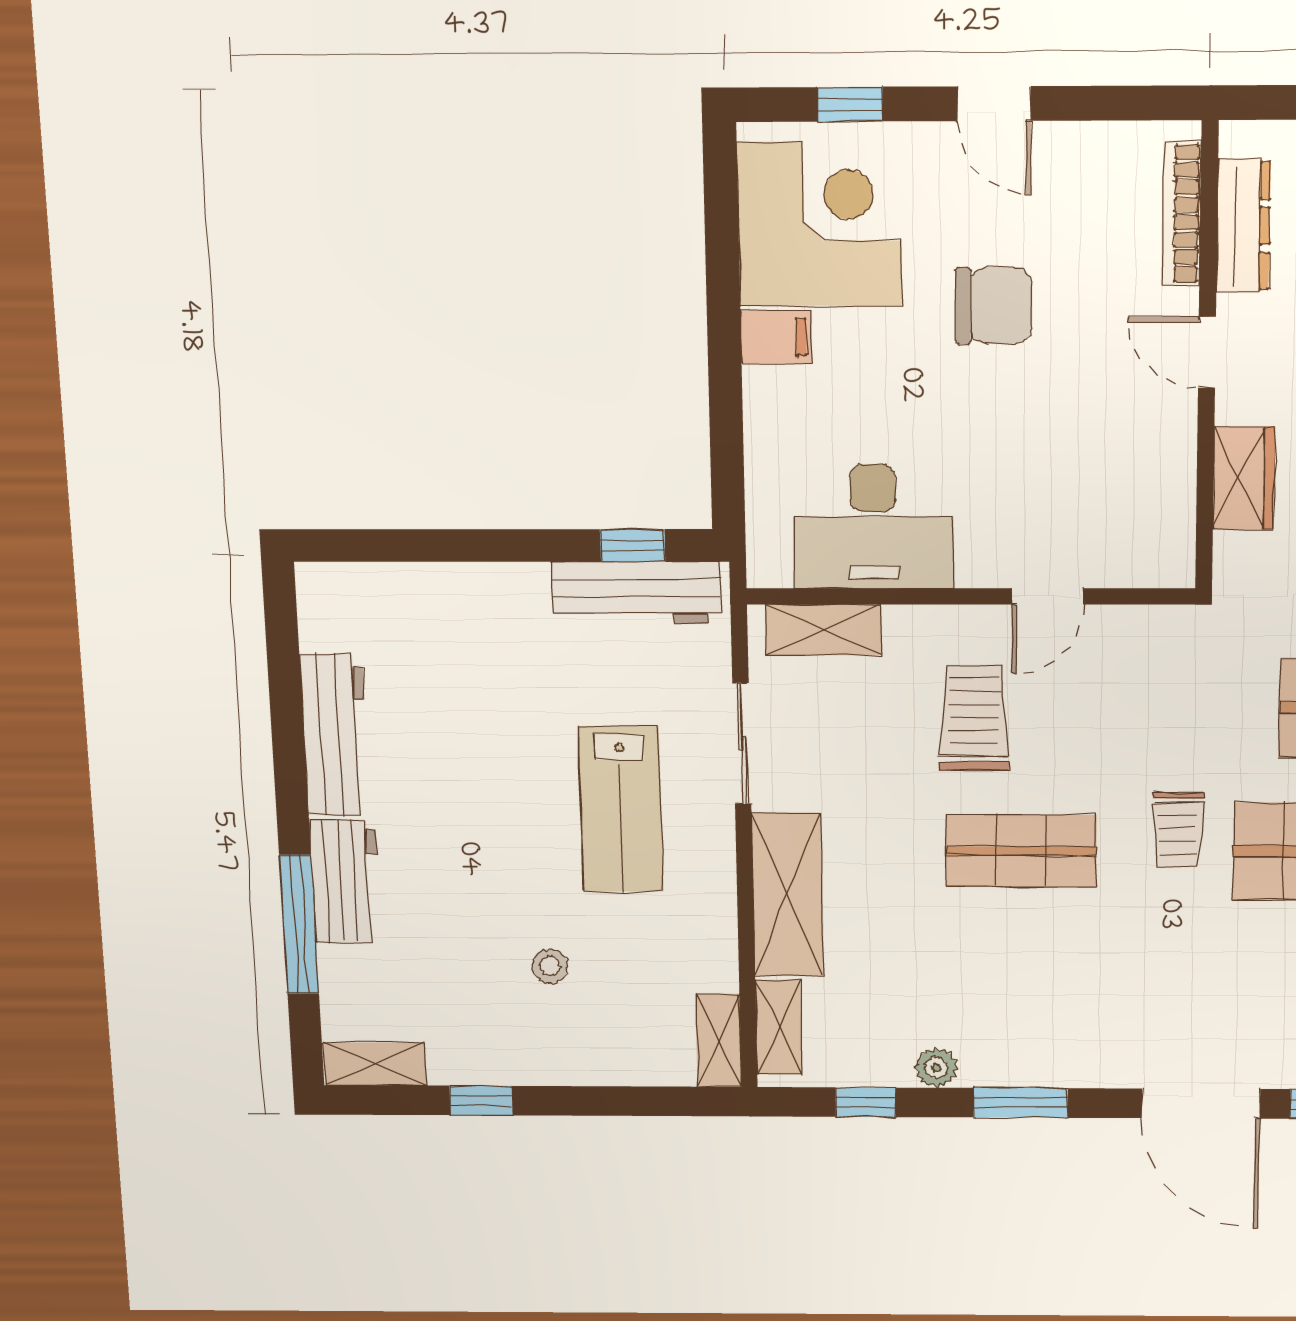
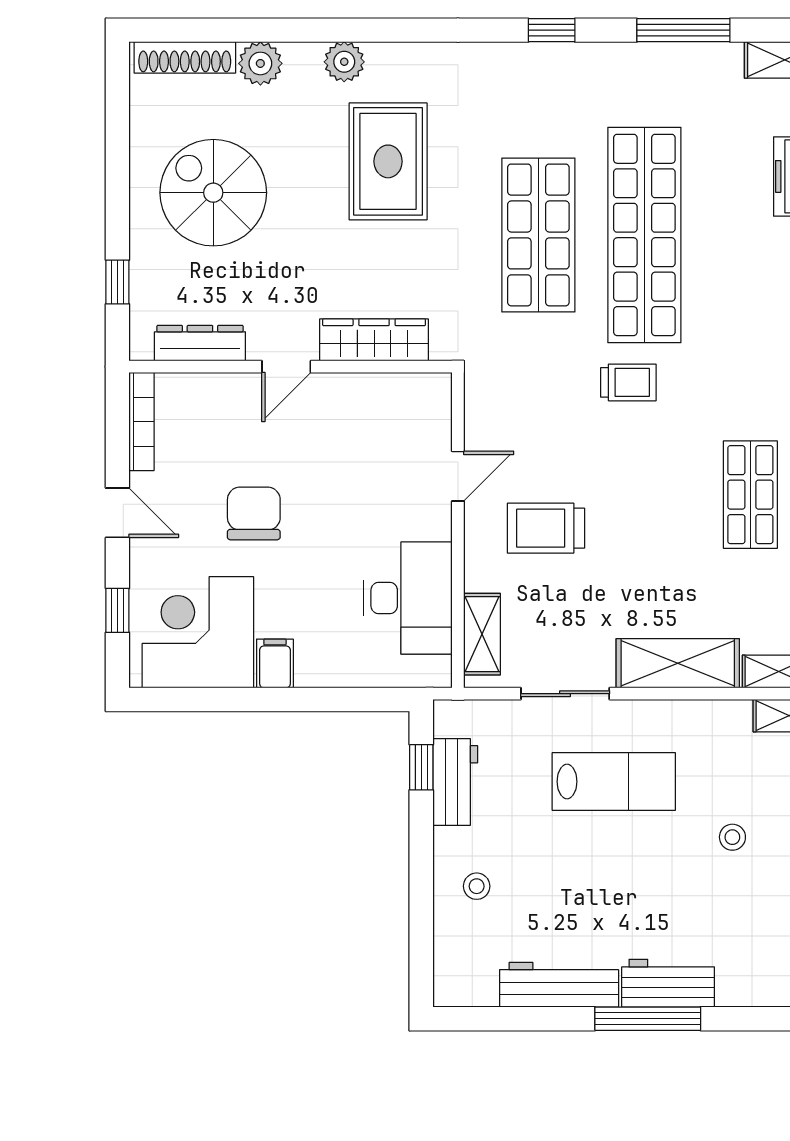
door: (994, 104) -> (117, 513), hinge flipped
bookcase: (1182, 214) -> (141, 422), moved, turned -90
wardrobe: (1244, 478) -> (374, 340), width x1.50
workbench: (636, 593) -> (455, 782), width x0.73
door: (1047, 596) -> (458, 476), hinge flipped
stool: (467, 622) -> (477, 886), added
shop shelf: (1021, 851) -> (750, 495), moved
window: (299, 925) -> (648, 1019), moved

